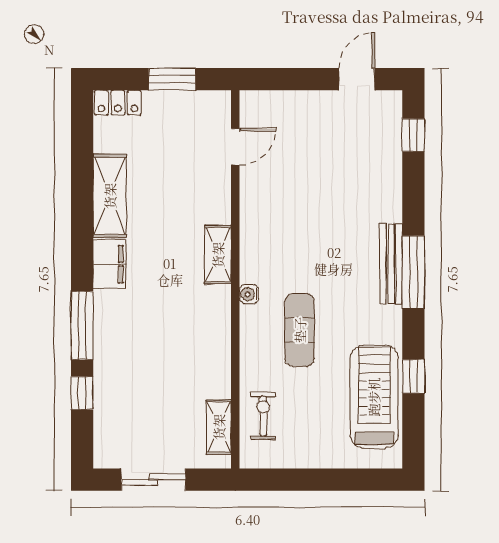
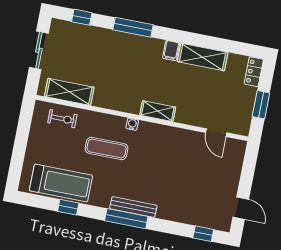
filing cabinet: (109, 264) -> (171, 51), width x0.50
window: (82, 393) -> (82, 17), moved
shelving: (219, 427) -> (69, 92), width x1.50, depth x1.33

